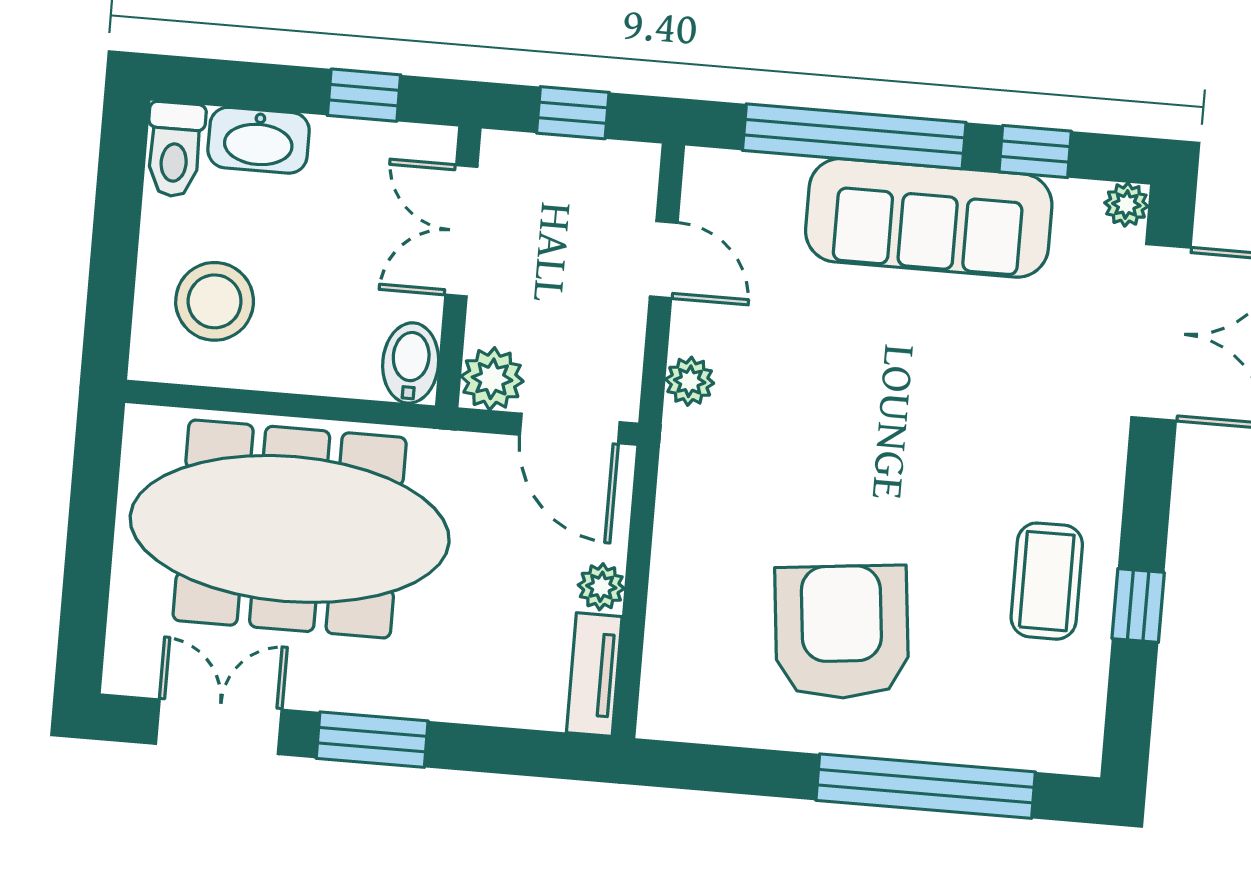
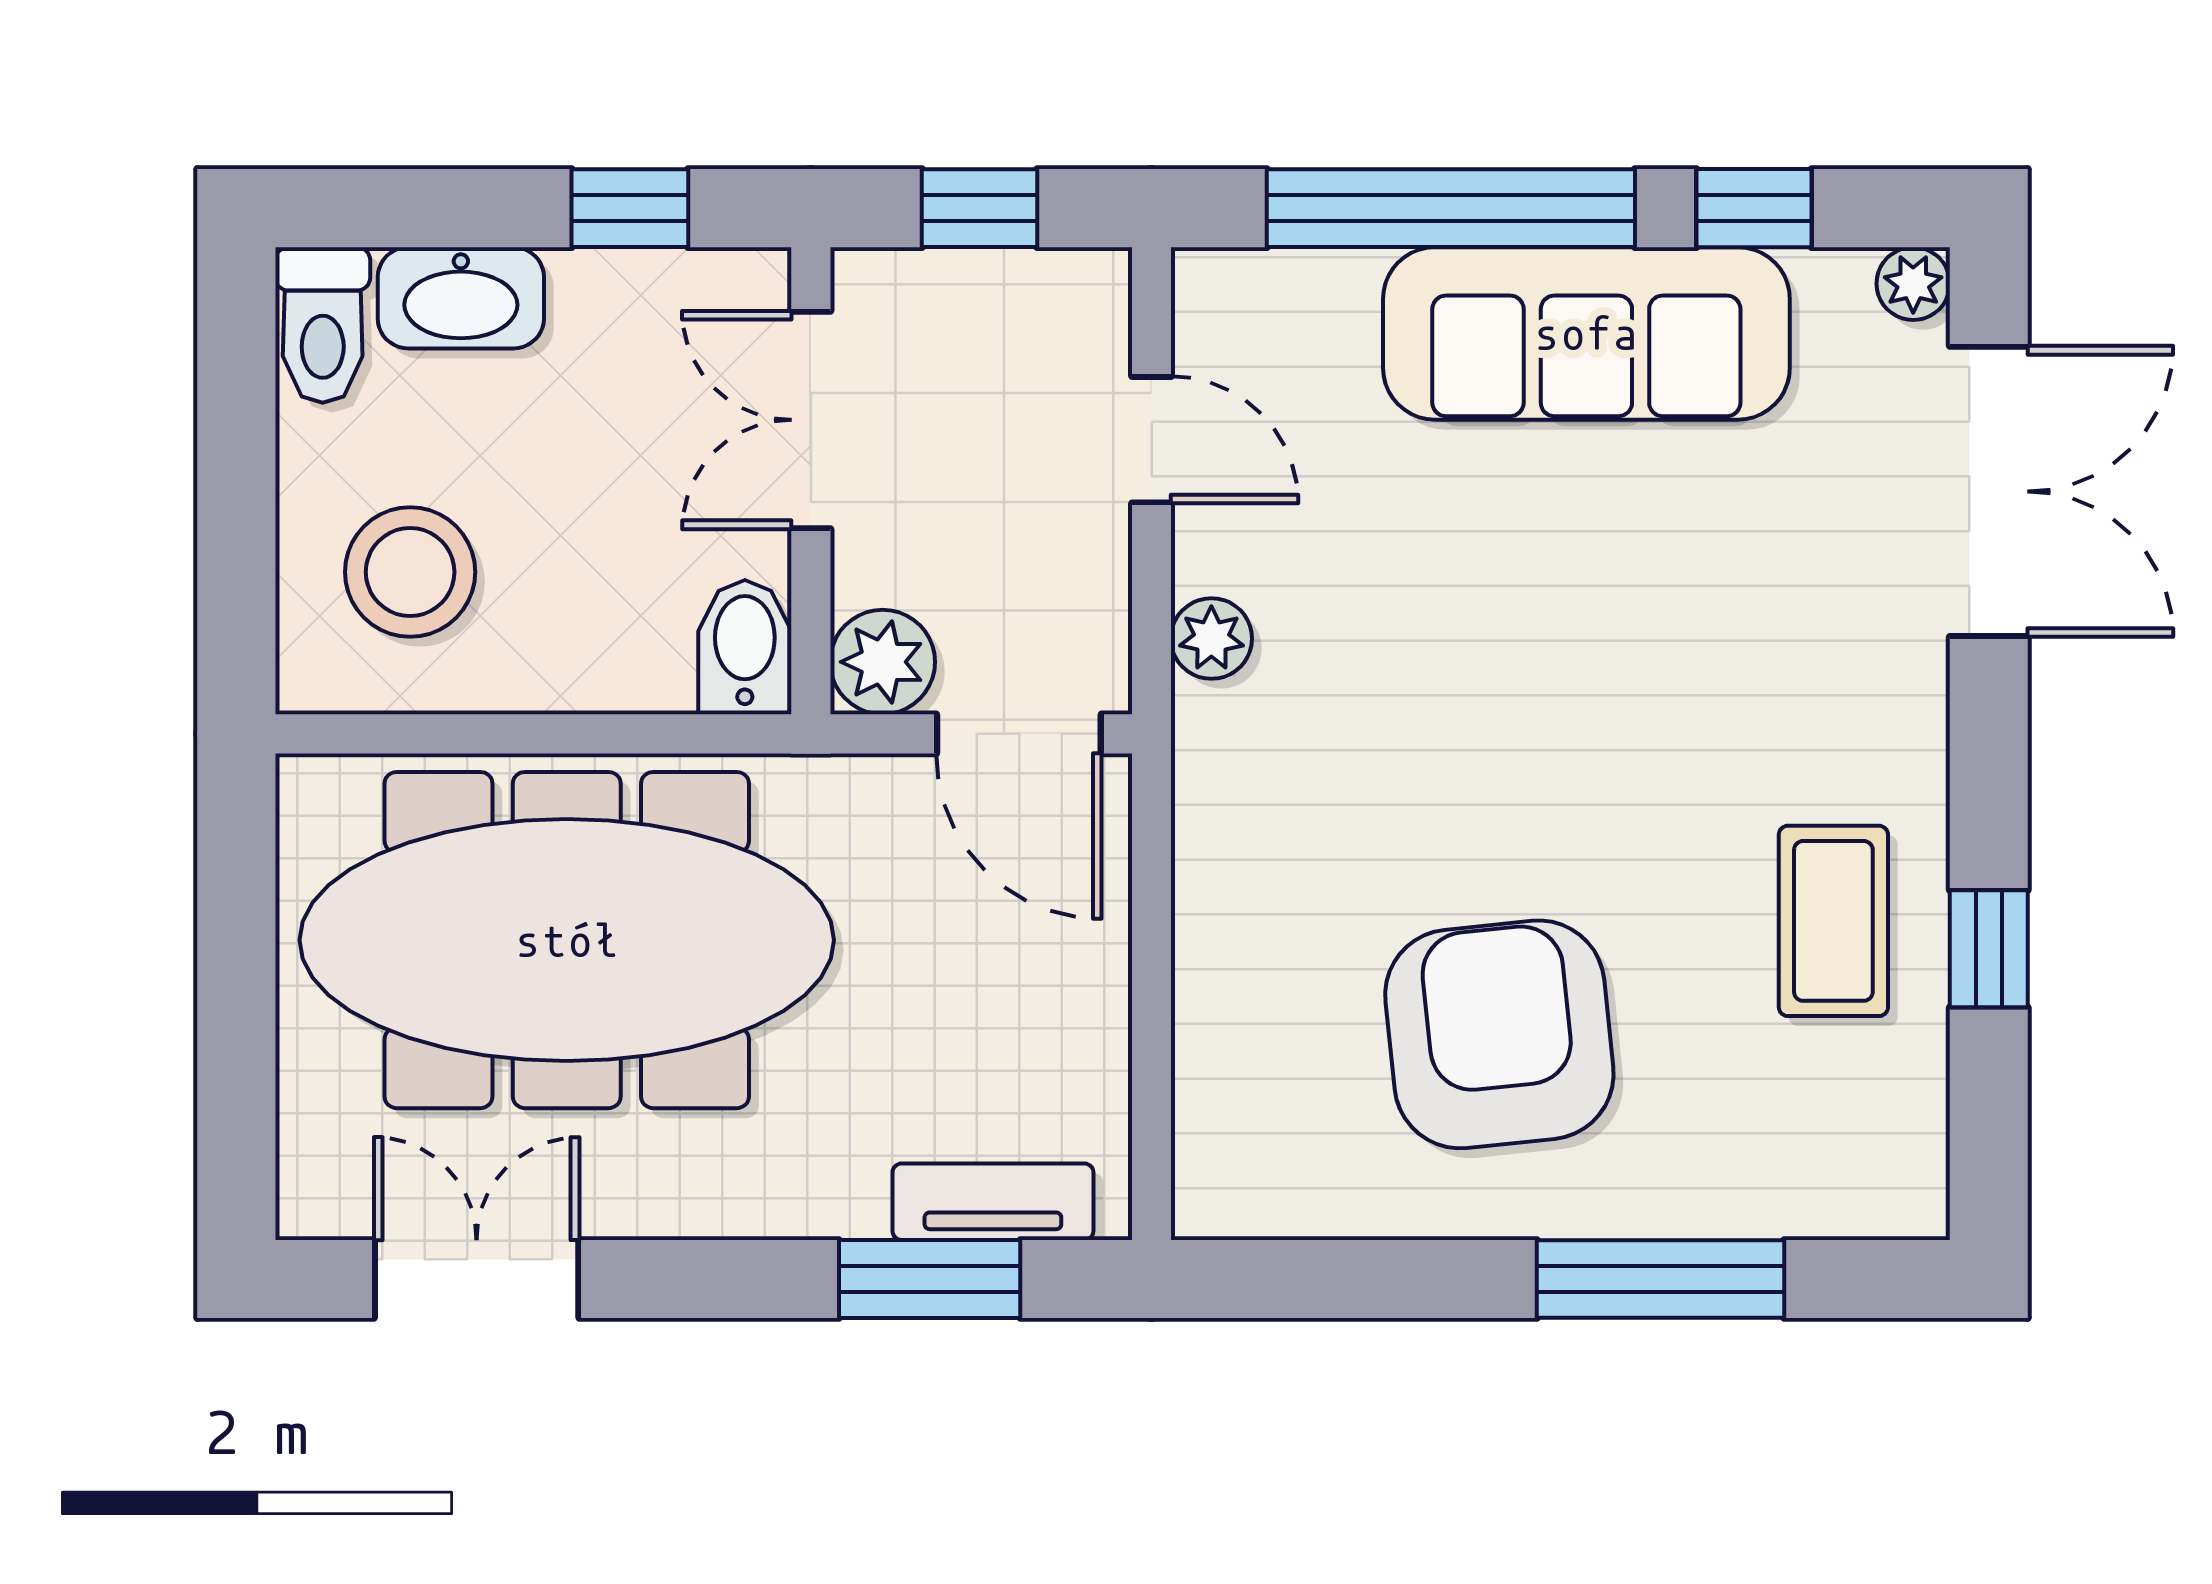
plant: (601, 587) -> (1093, 993), removed
tv unit: (594, 675) -> (993, 1202), moved, turned 90
window: (372, 740) -> (930, 1279), moved
window: (926, 786) -> (1661, 1279), width x0.68

